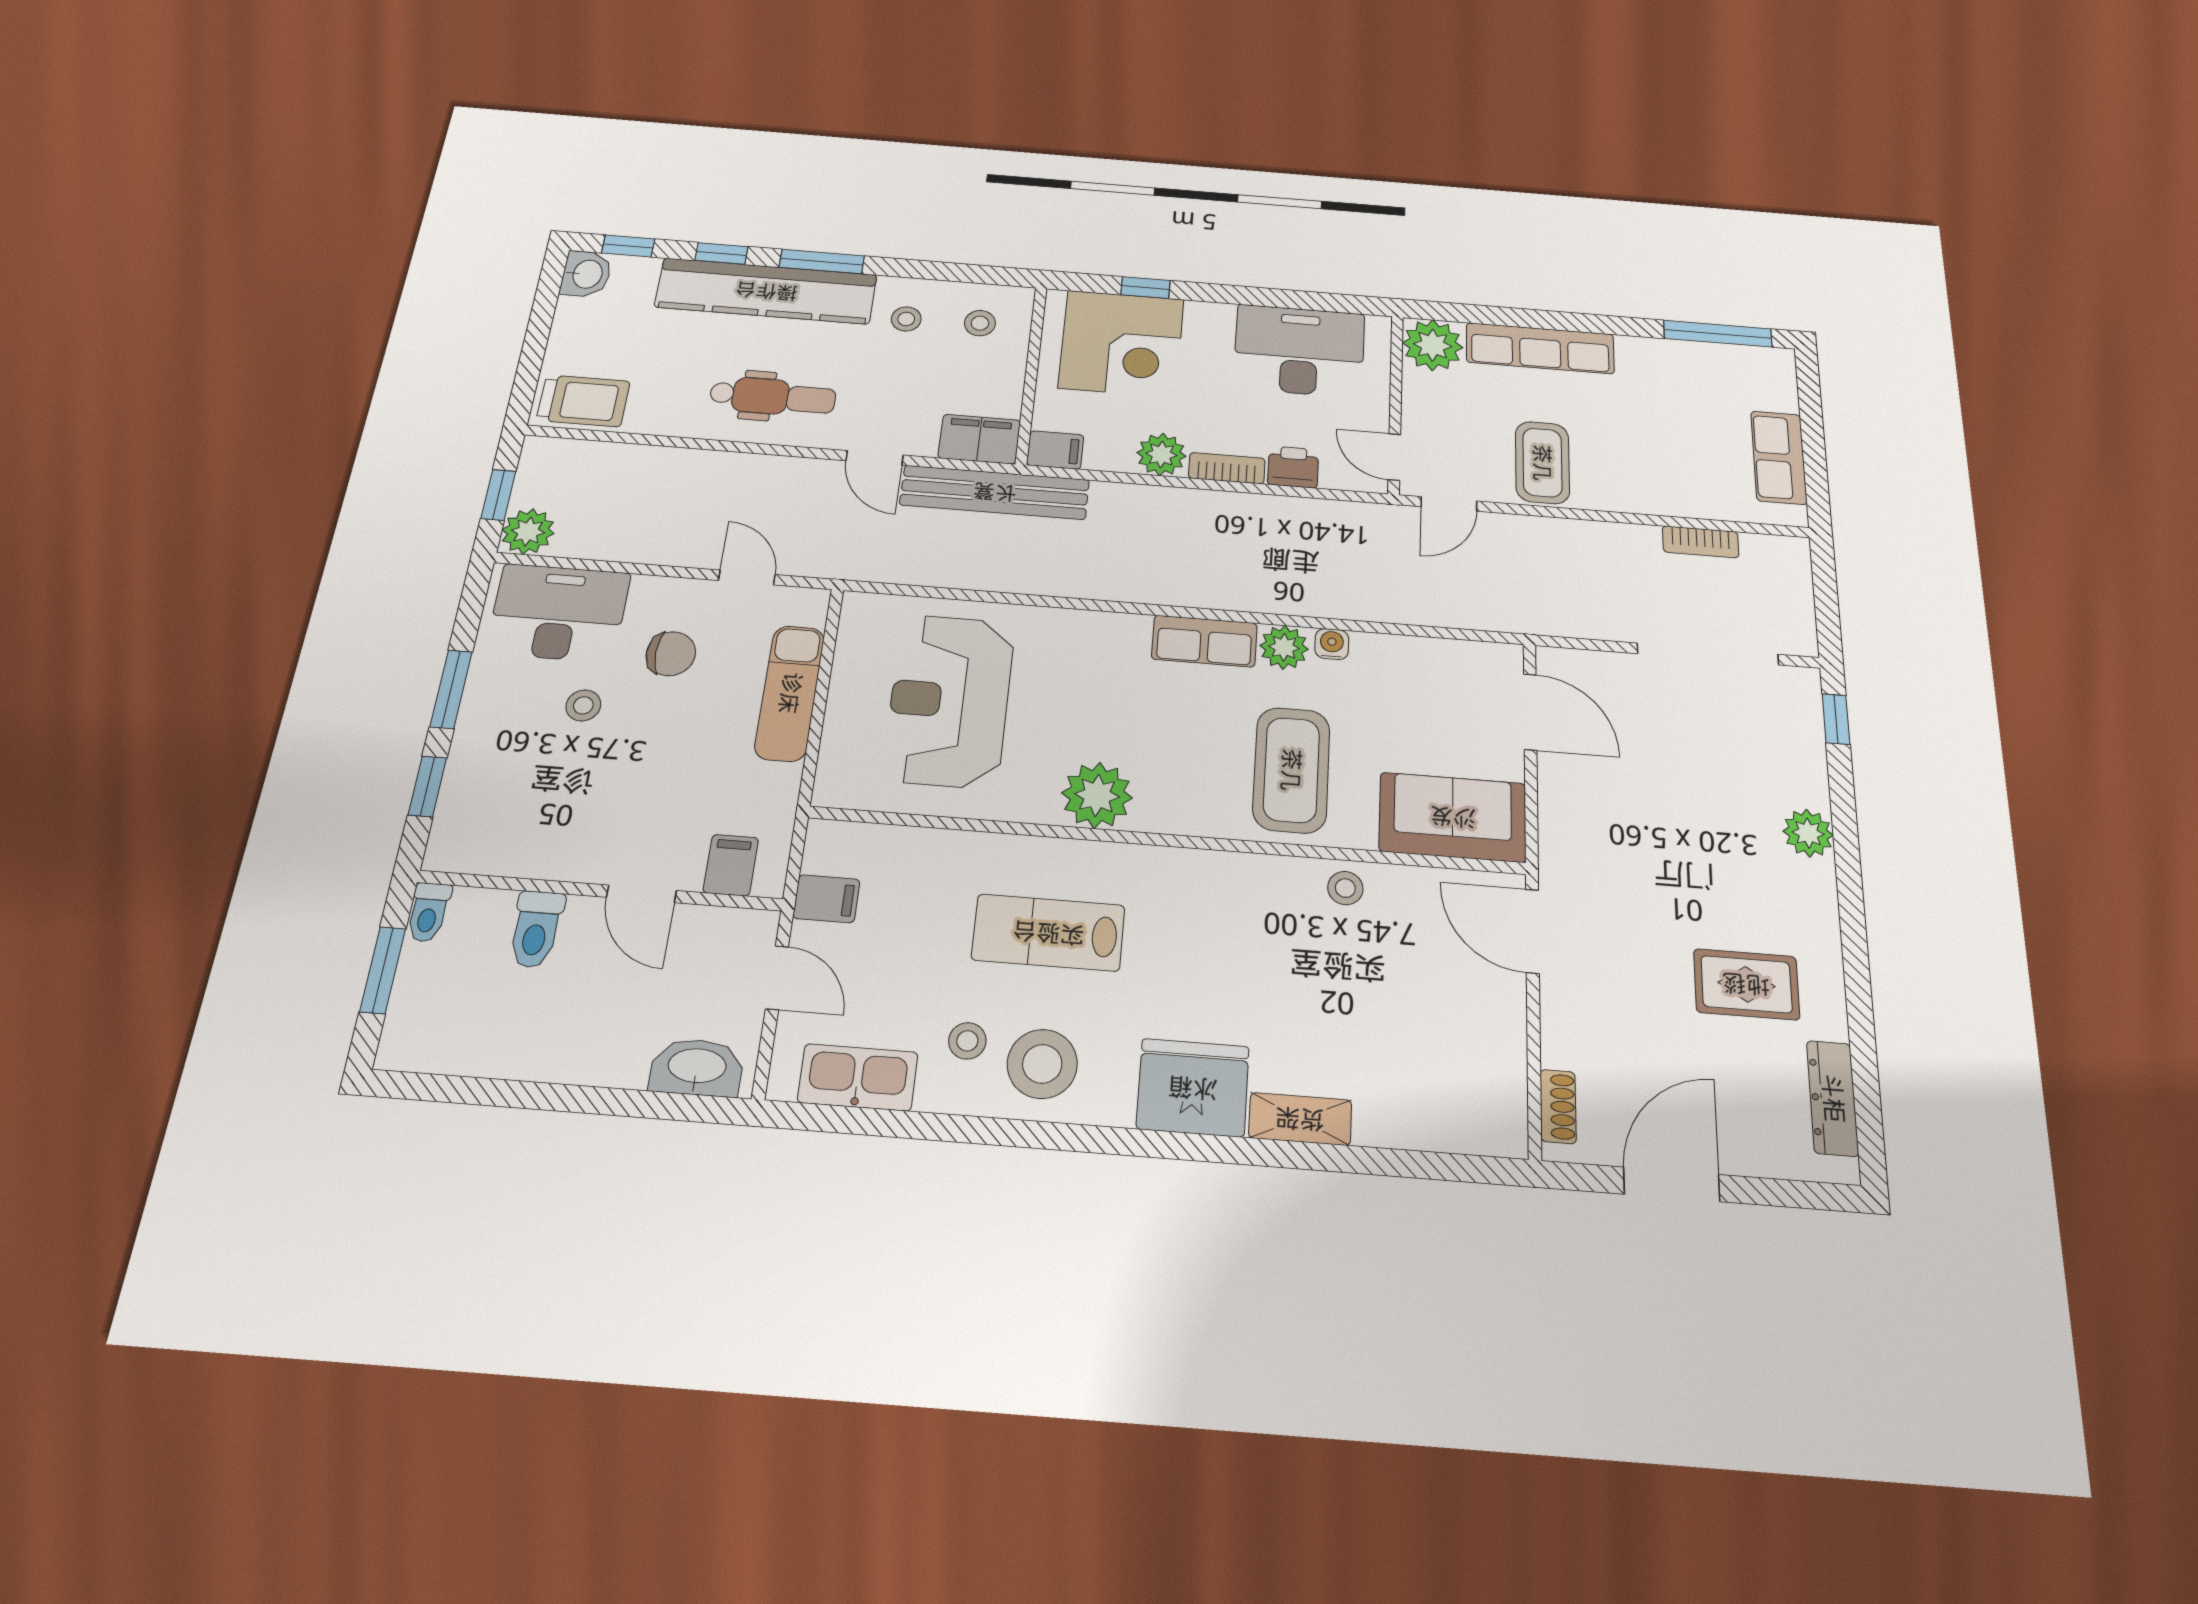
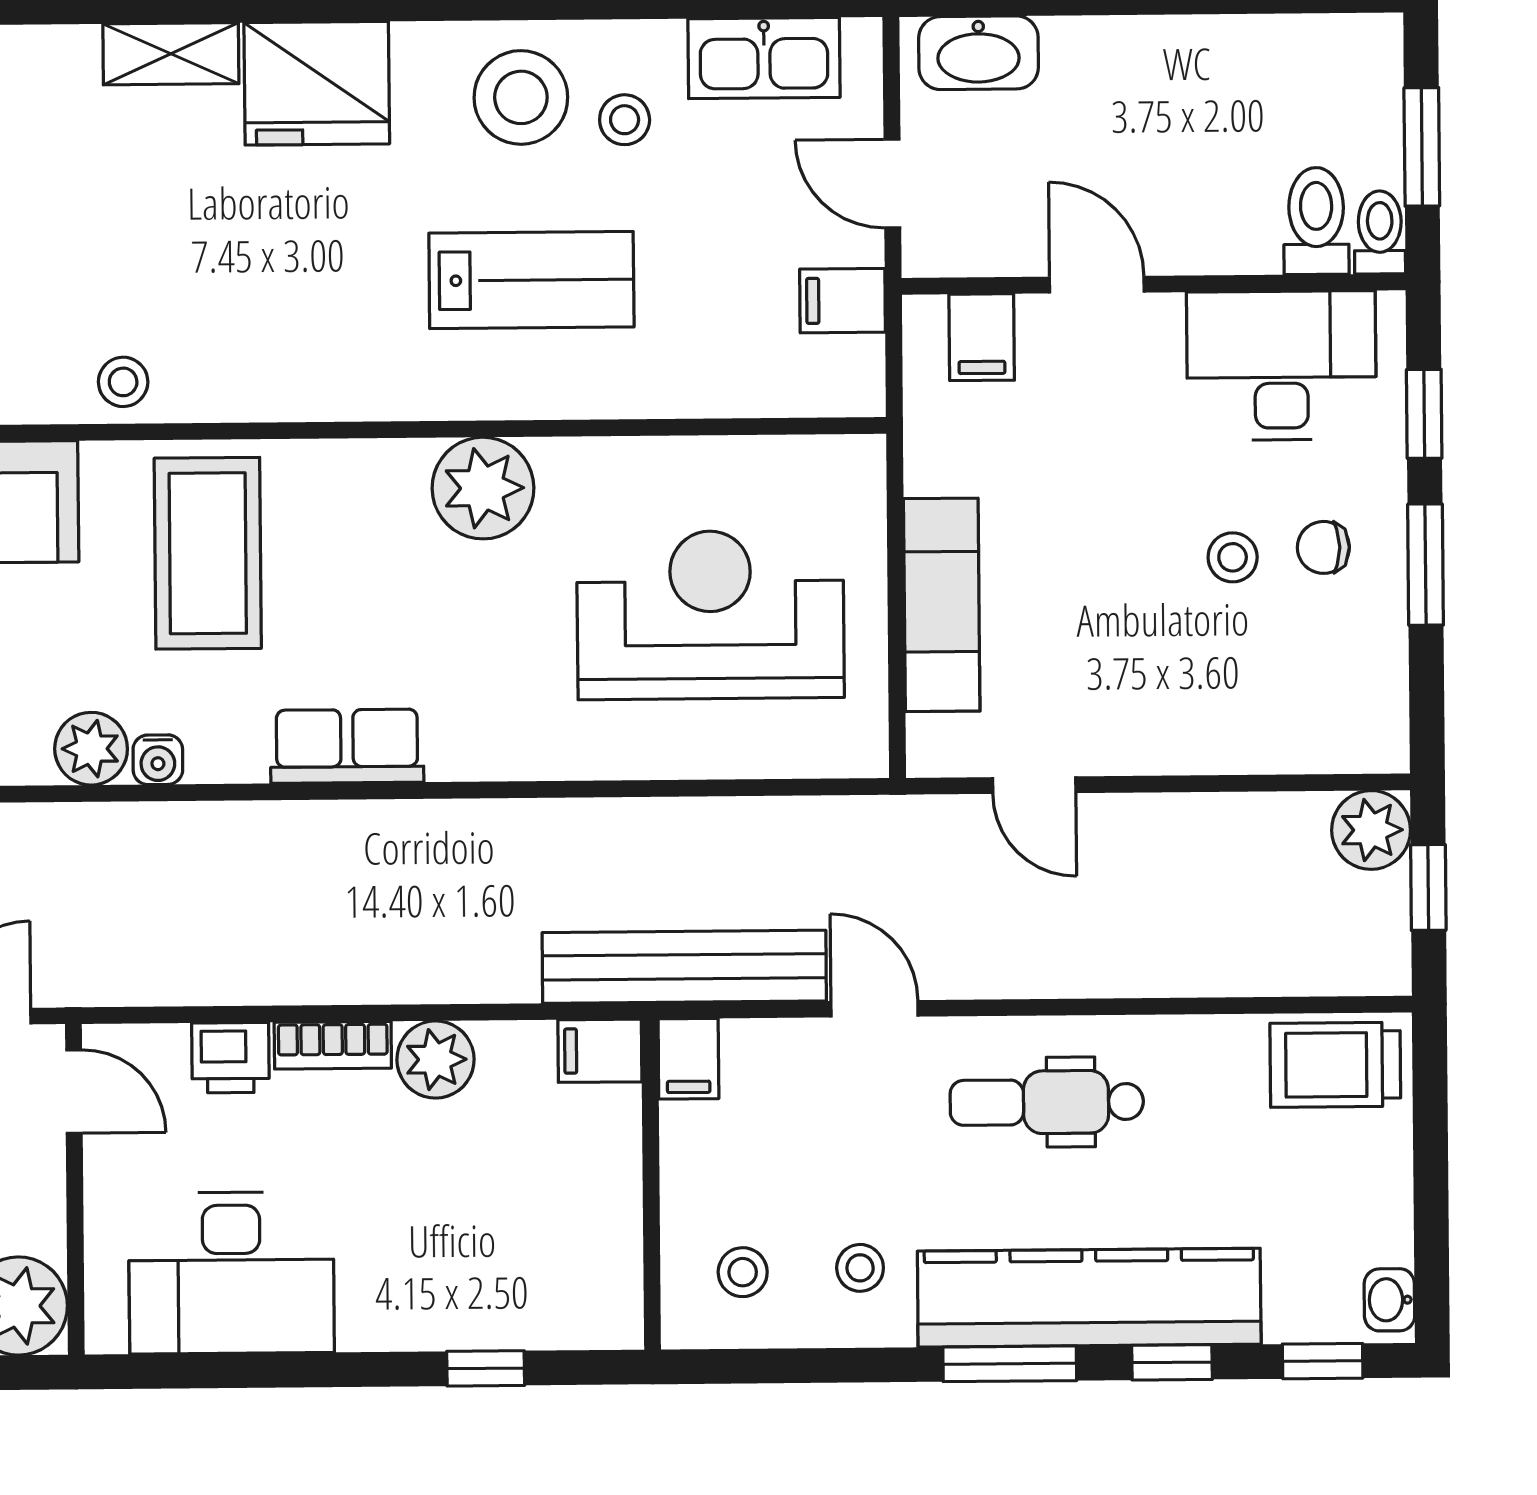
washbasin: (586, 274) -> (1389, 1300), width x0.72, depth x0.69
corner desk: (1121, 343) -> (515, 1257), removed
filing cabinet: (979, 439) -> (688, 1059), width x0.50
desk: (558, 613) -> (1281, 366), moved, turned 180
plant: (1284, 647) -> (91, 749), moved
chair: (671, 654) -> (1323, 547), moved, width x0.73, depth x0.73
reception desk: (949, 701) -> (710, 615), turned -90
toilet: (536, 929) -> (1316, 221), moved

